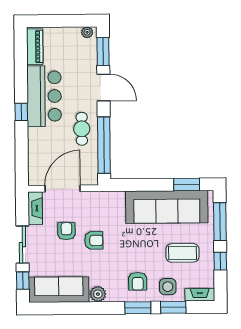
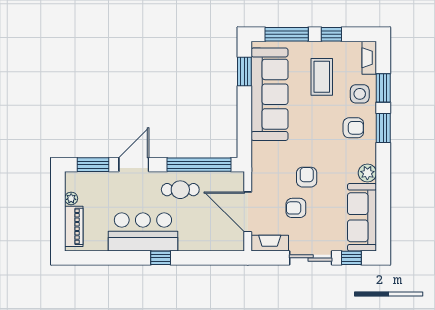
plant: (87, 32) -> (71, 198), moved
piano: (35, 47) -> (74, 226), moved, turned 90

